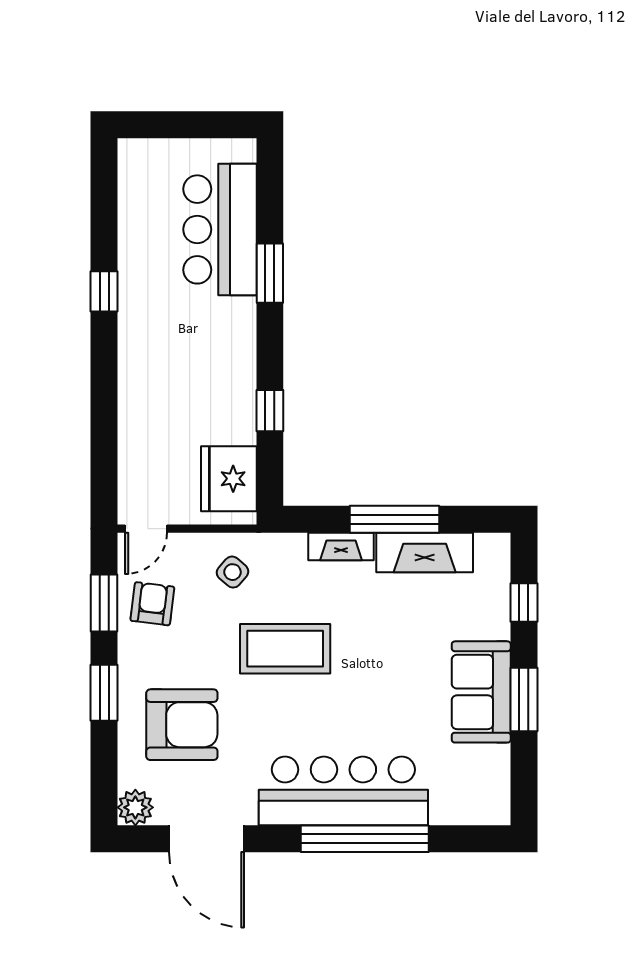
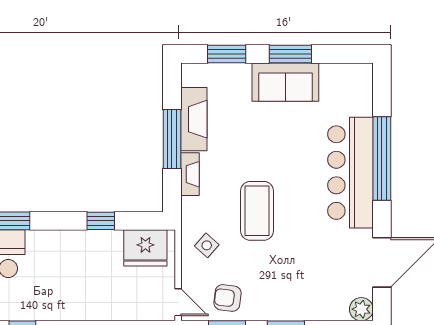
window: (524, 602) -> (227, 54), width x1.50
armchair: (182, 725) -> (307, 279), removed

